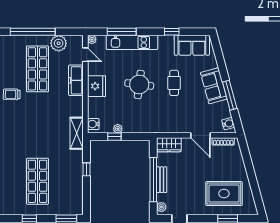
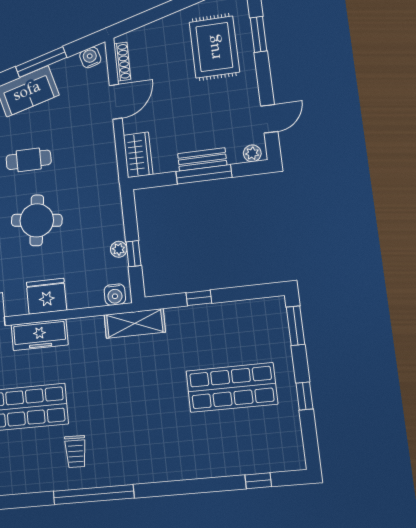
window: (153, 180) -> (204, 174), width x0.68

